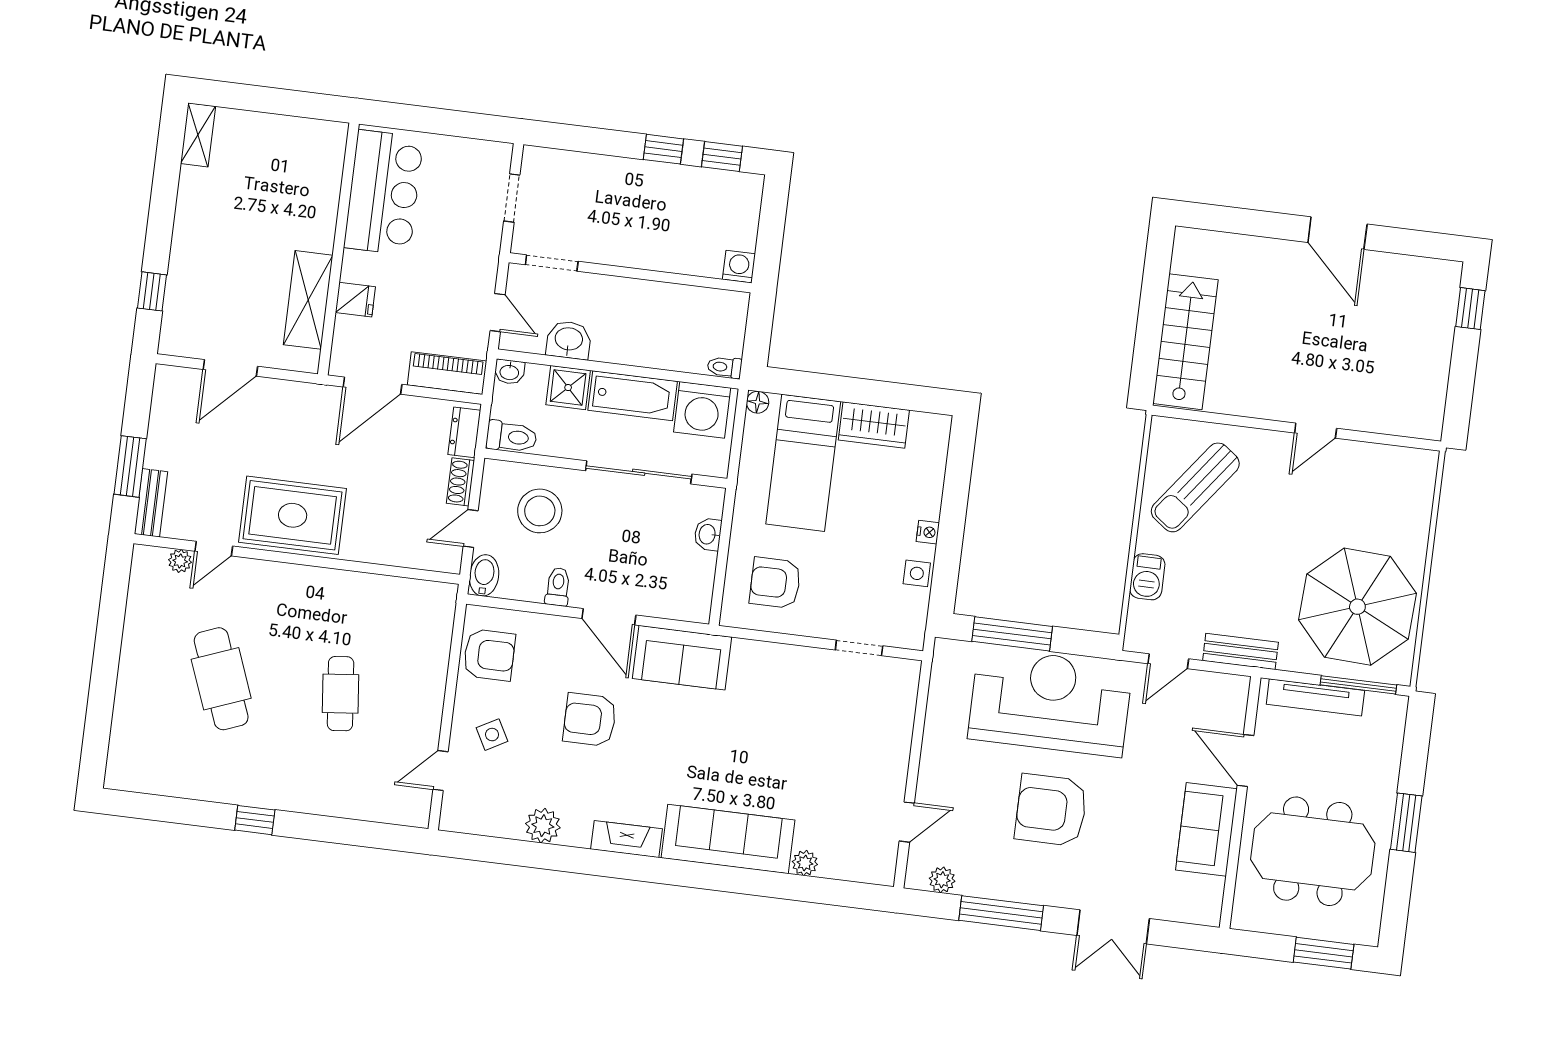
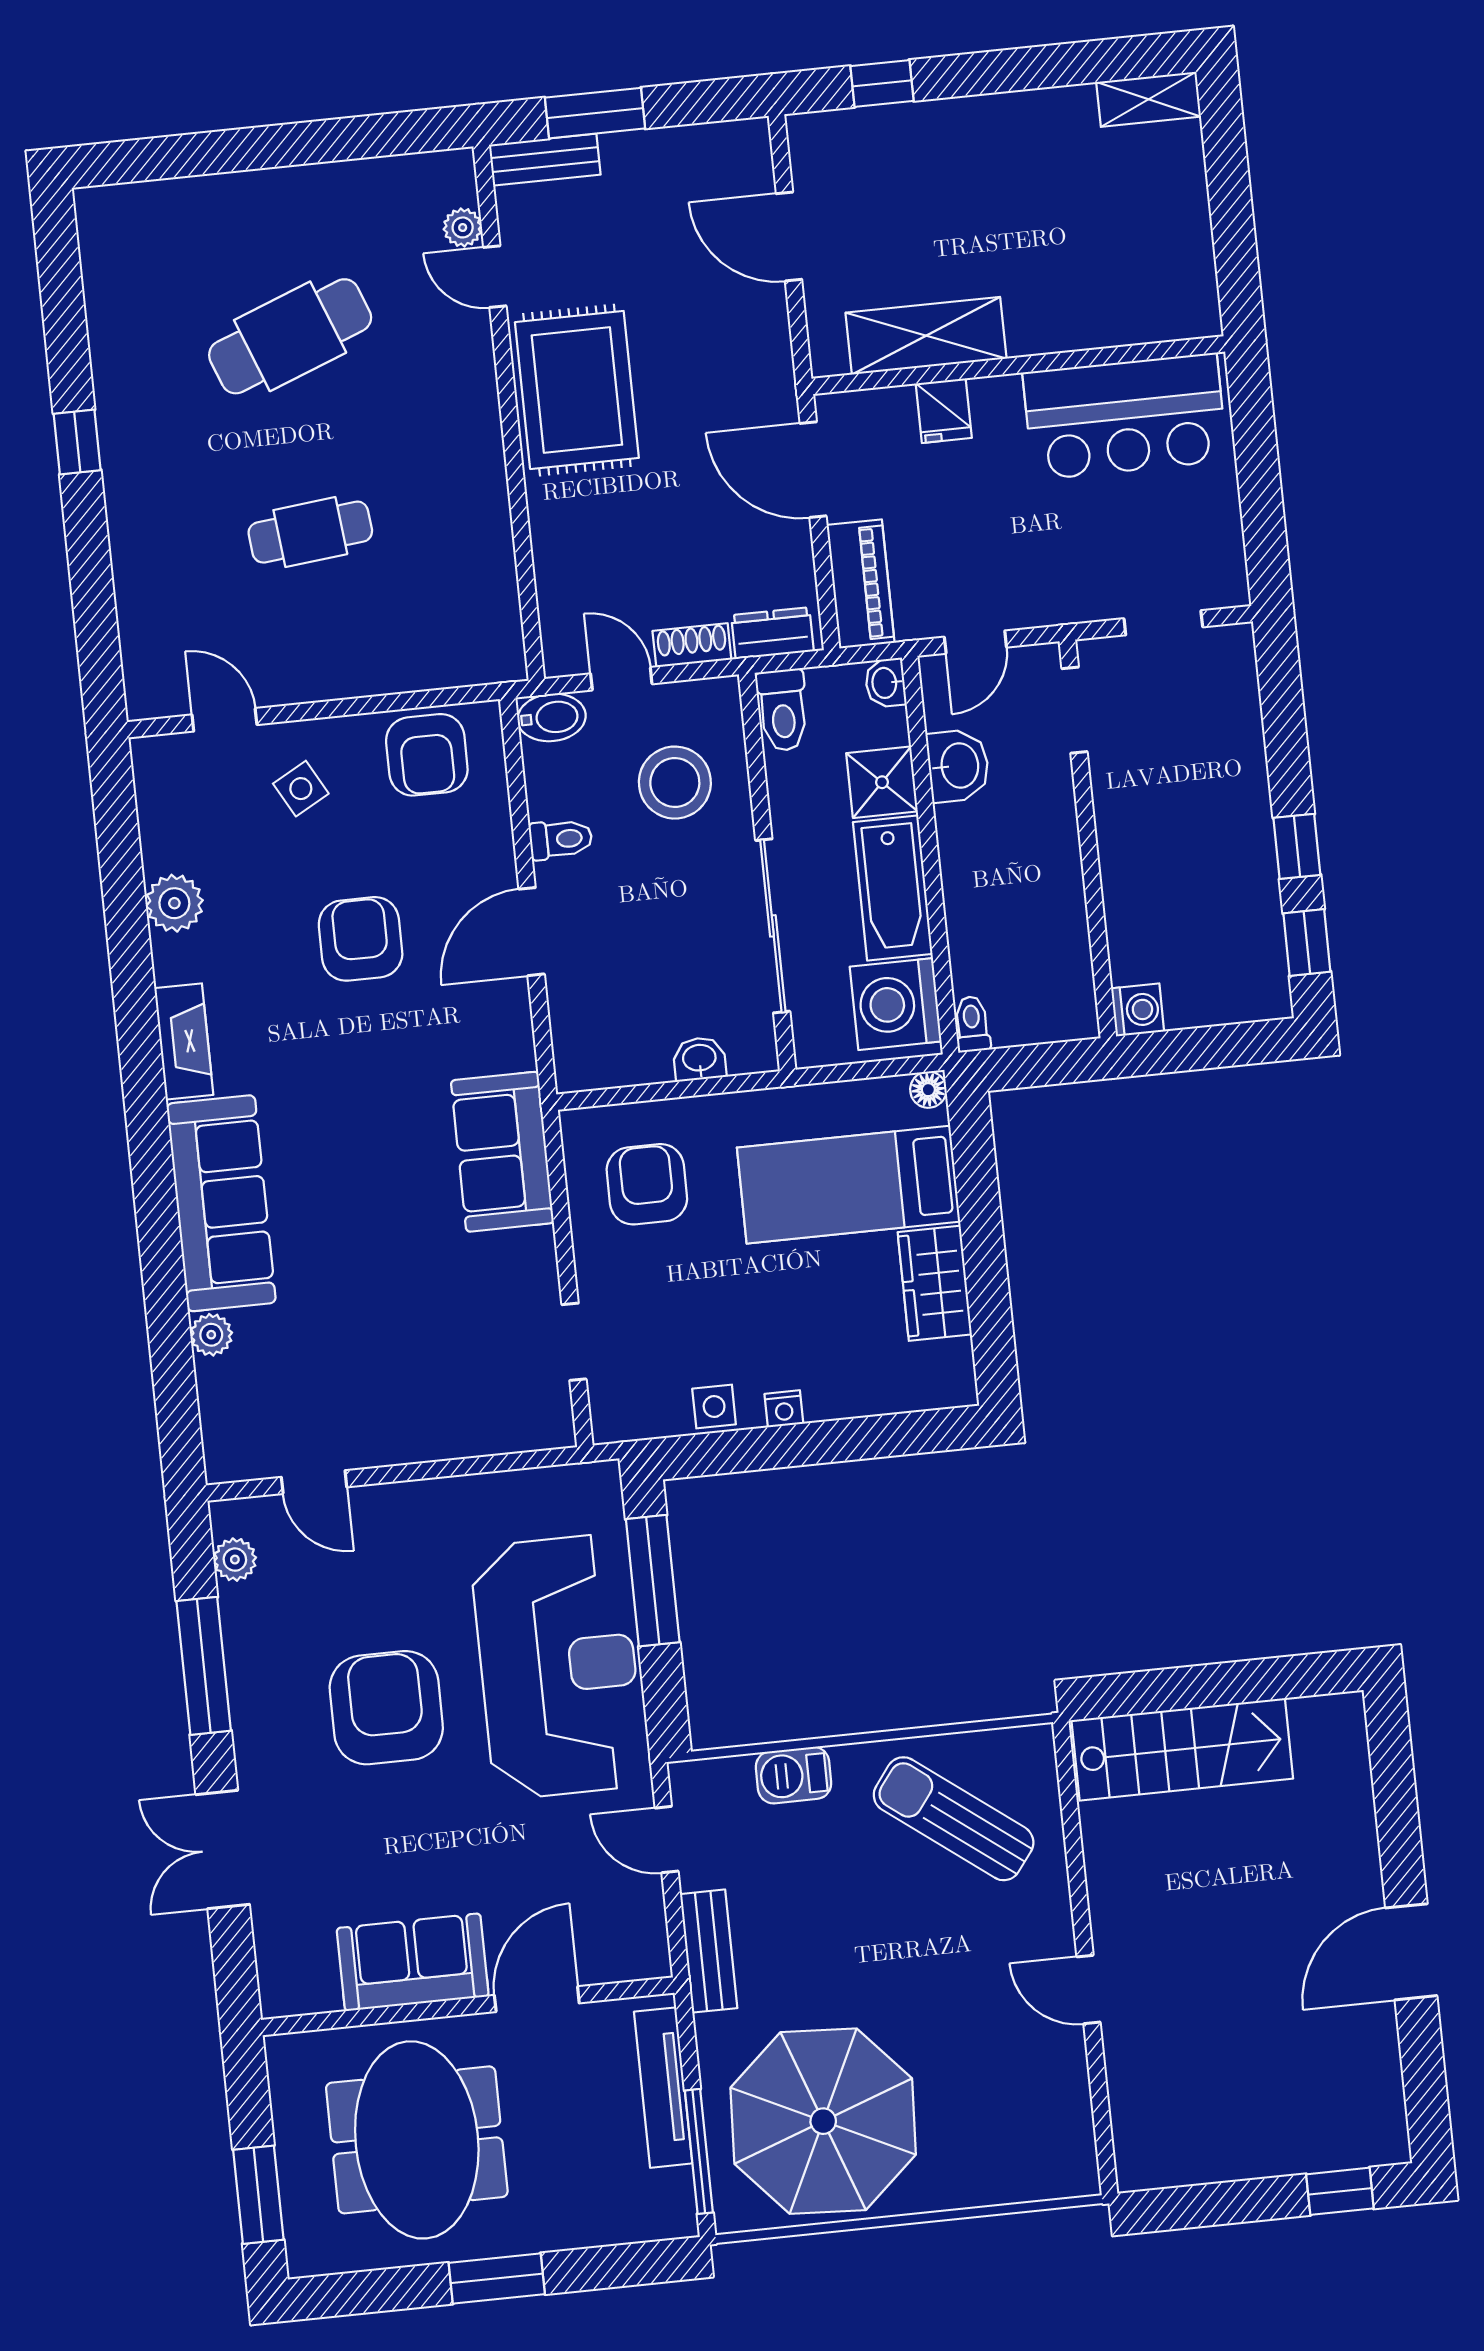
sofa: (682, 658) -> (502, 1152), moved

